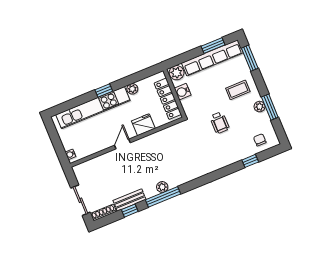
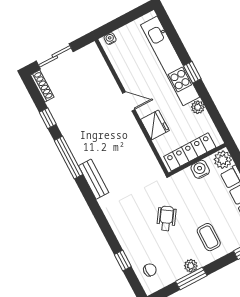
wheelchair: (220, 123) -> (166, 218), turned 124
plant: (162, 187) -> (81, 155), removed
bench: (130, 200) -> (94, 179), moved

